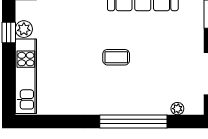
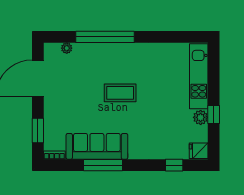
coffee table: (116, 57) -> (120, 93), width x1.36, depth x1.30

